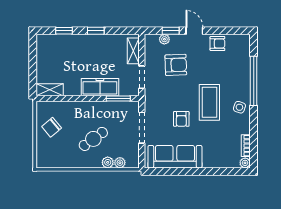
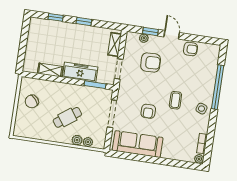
shelving: (50, 90) -> (50, 70), moved
coffee table: (209, 102) -> (175, 100), width x0.54, depth x0.58

